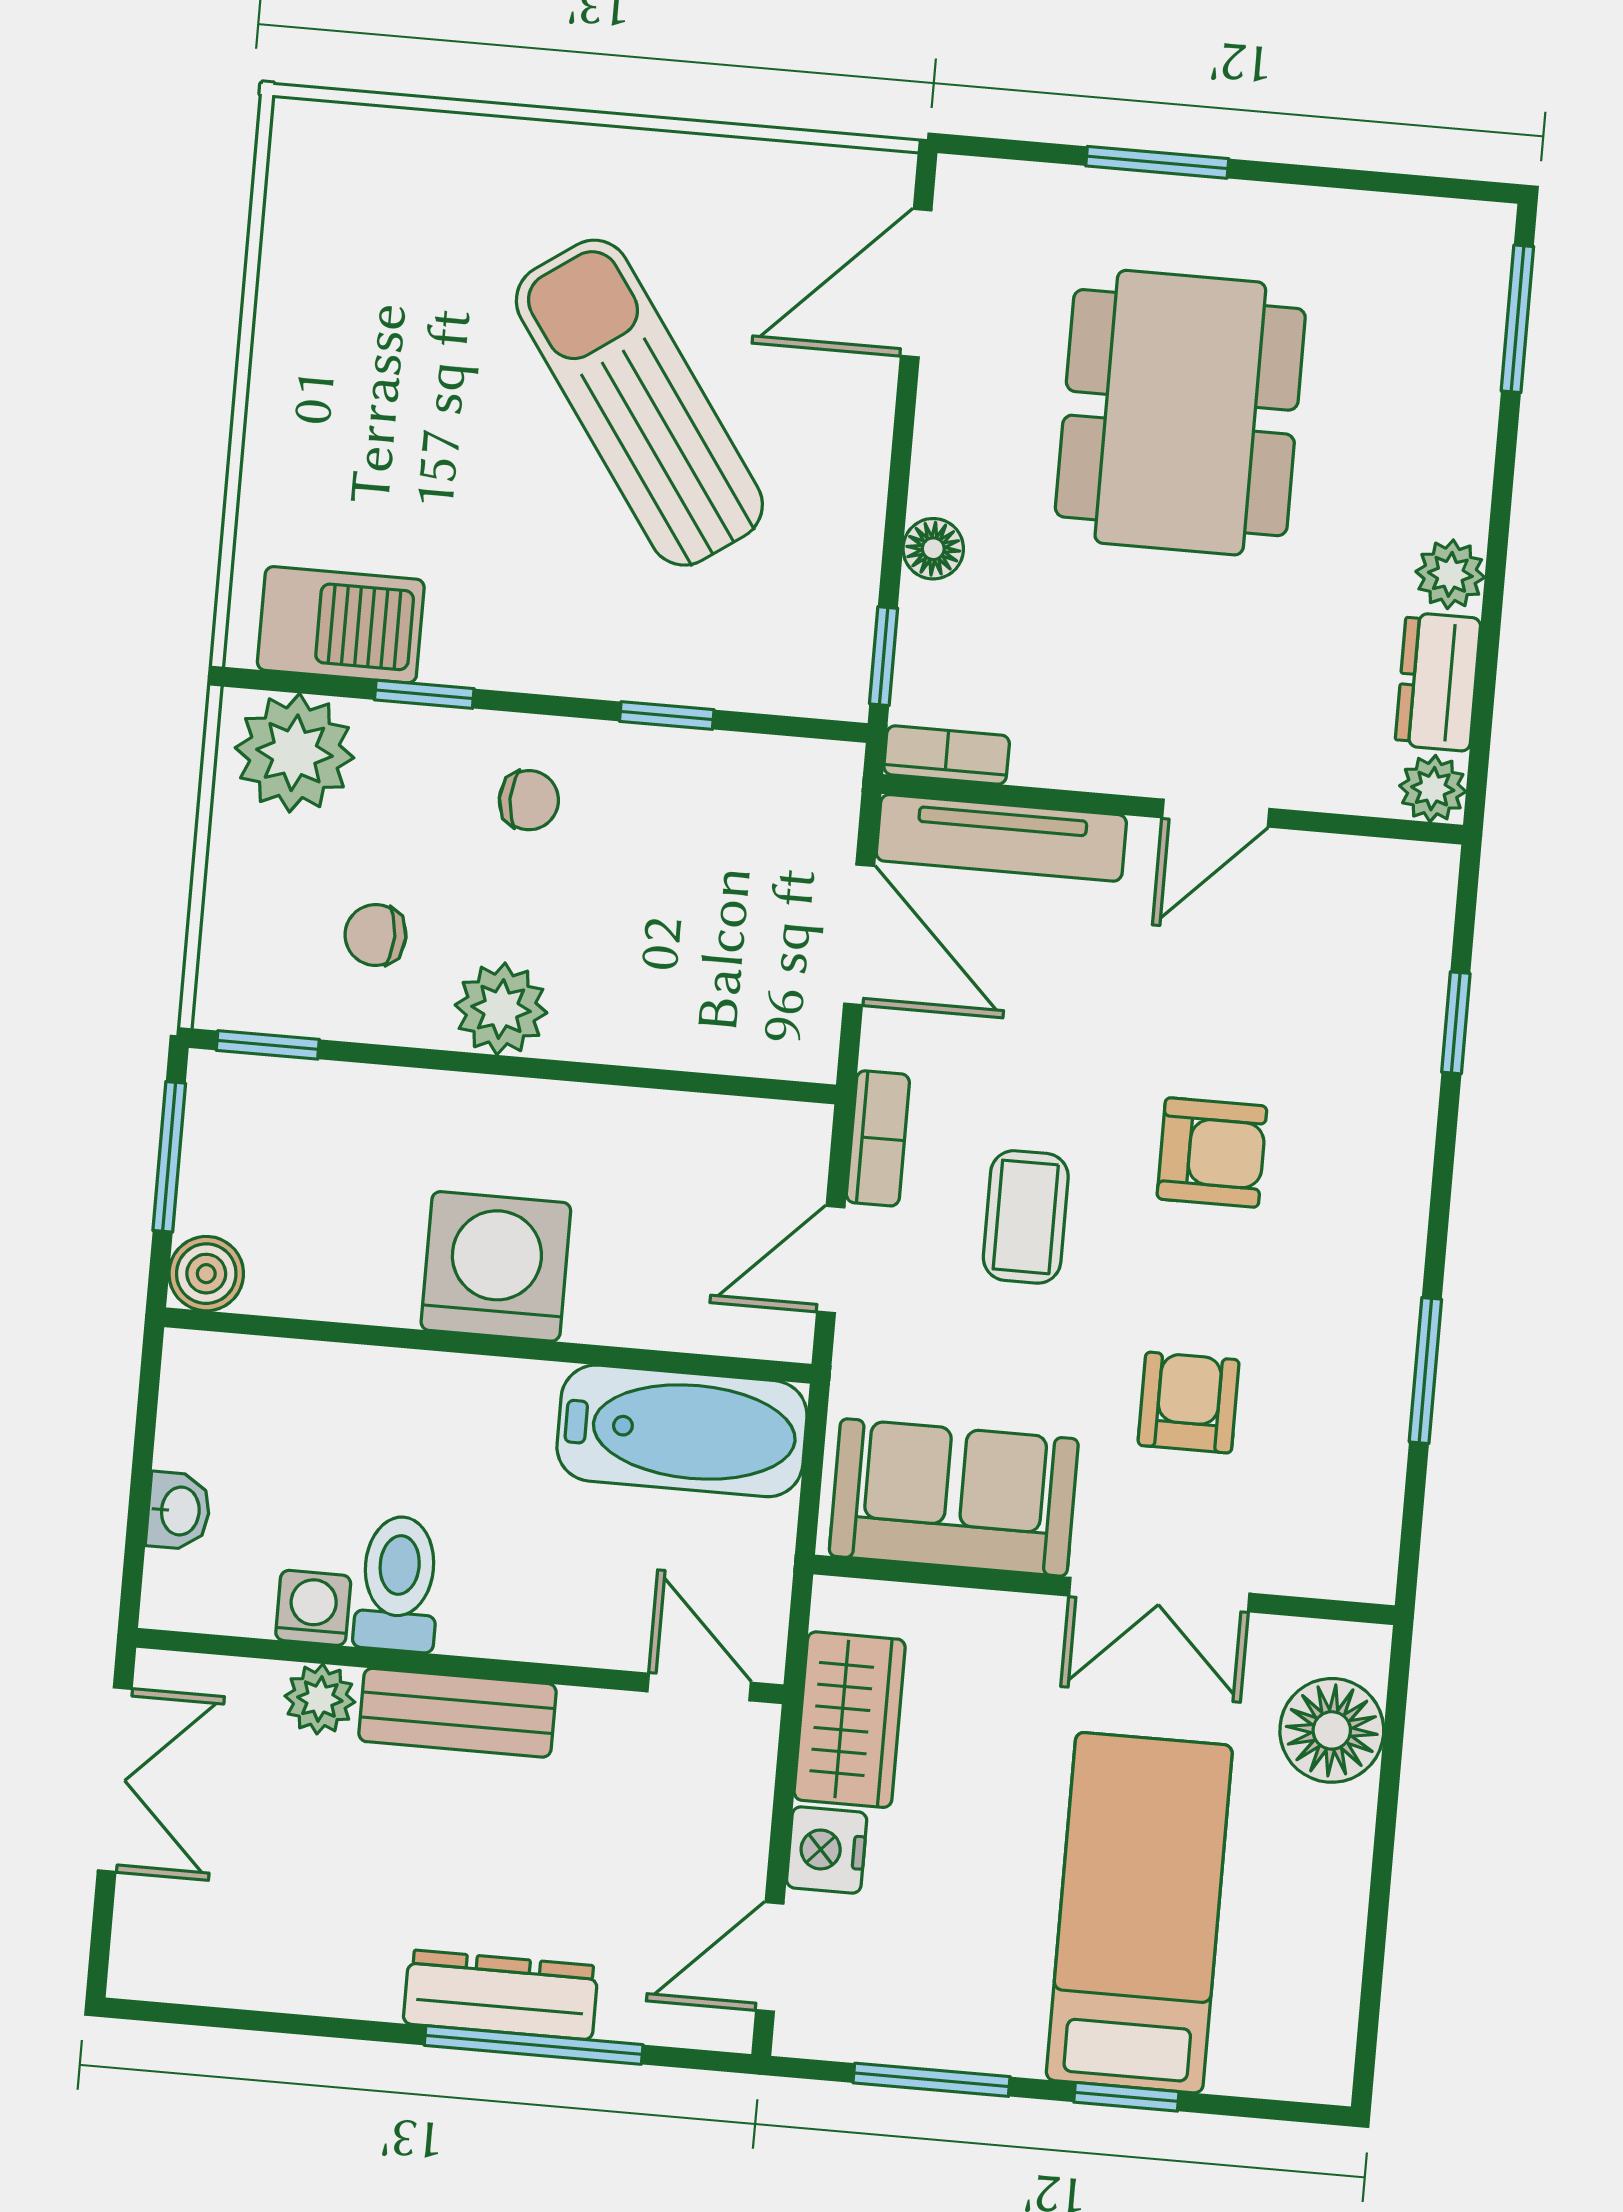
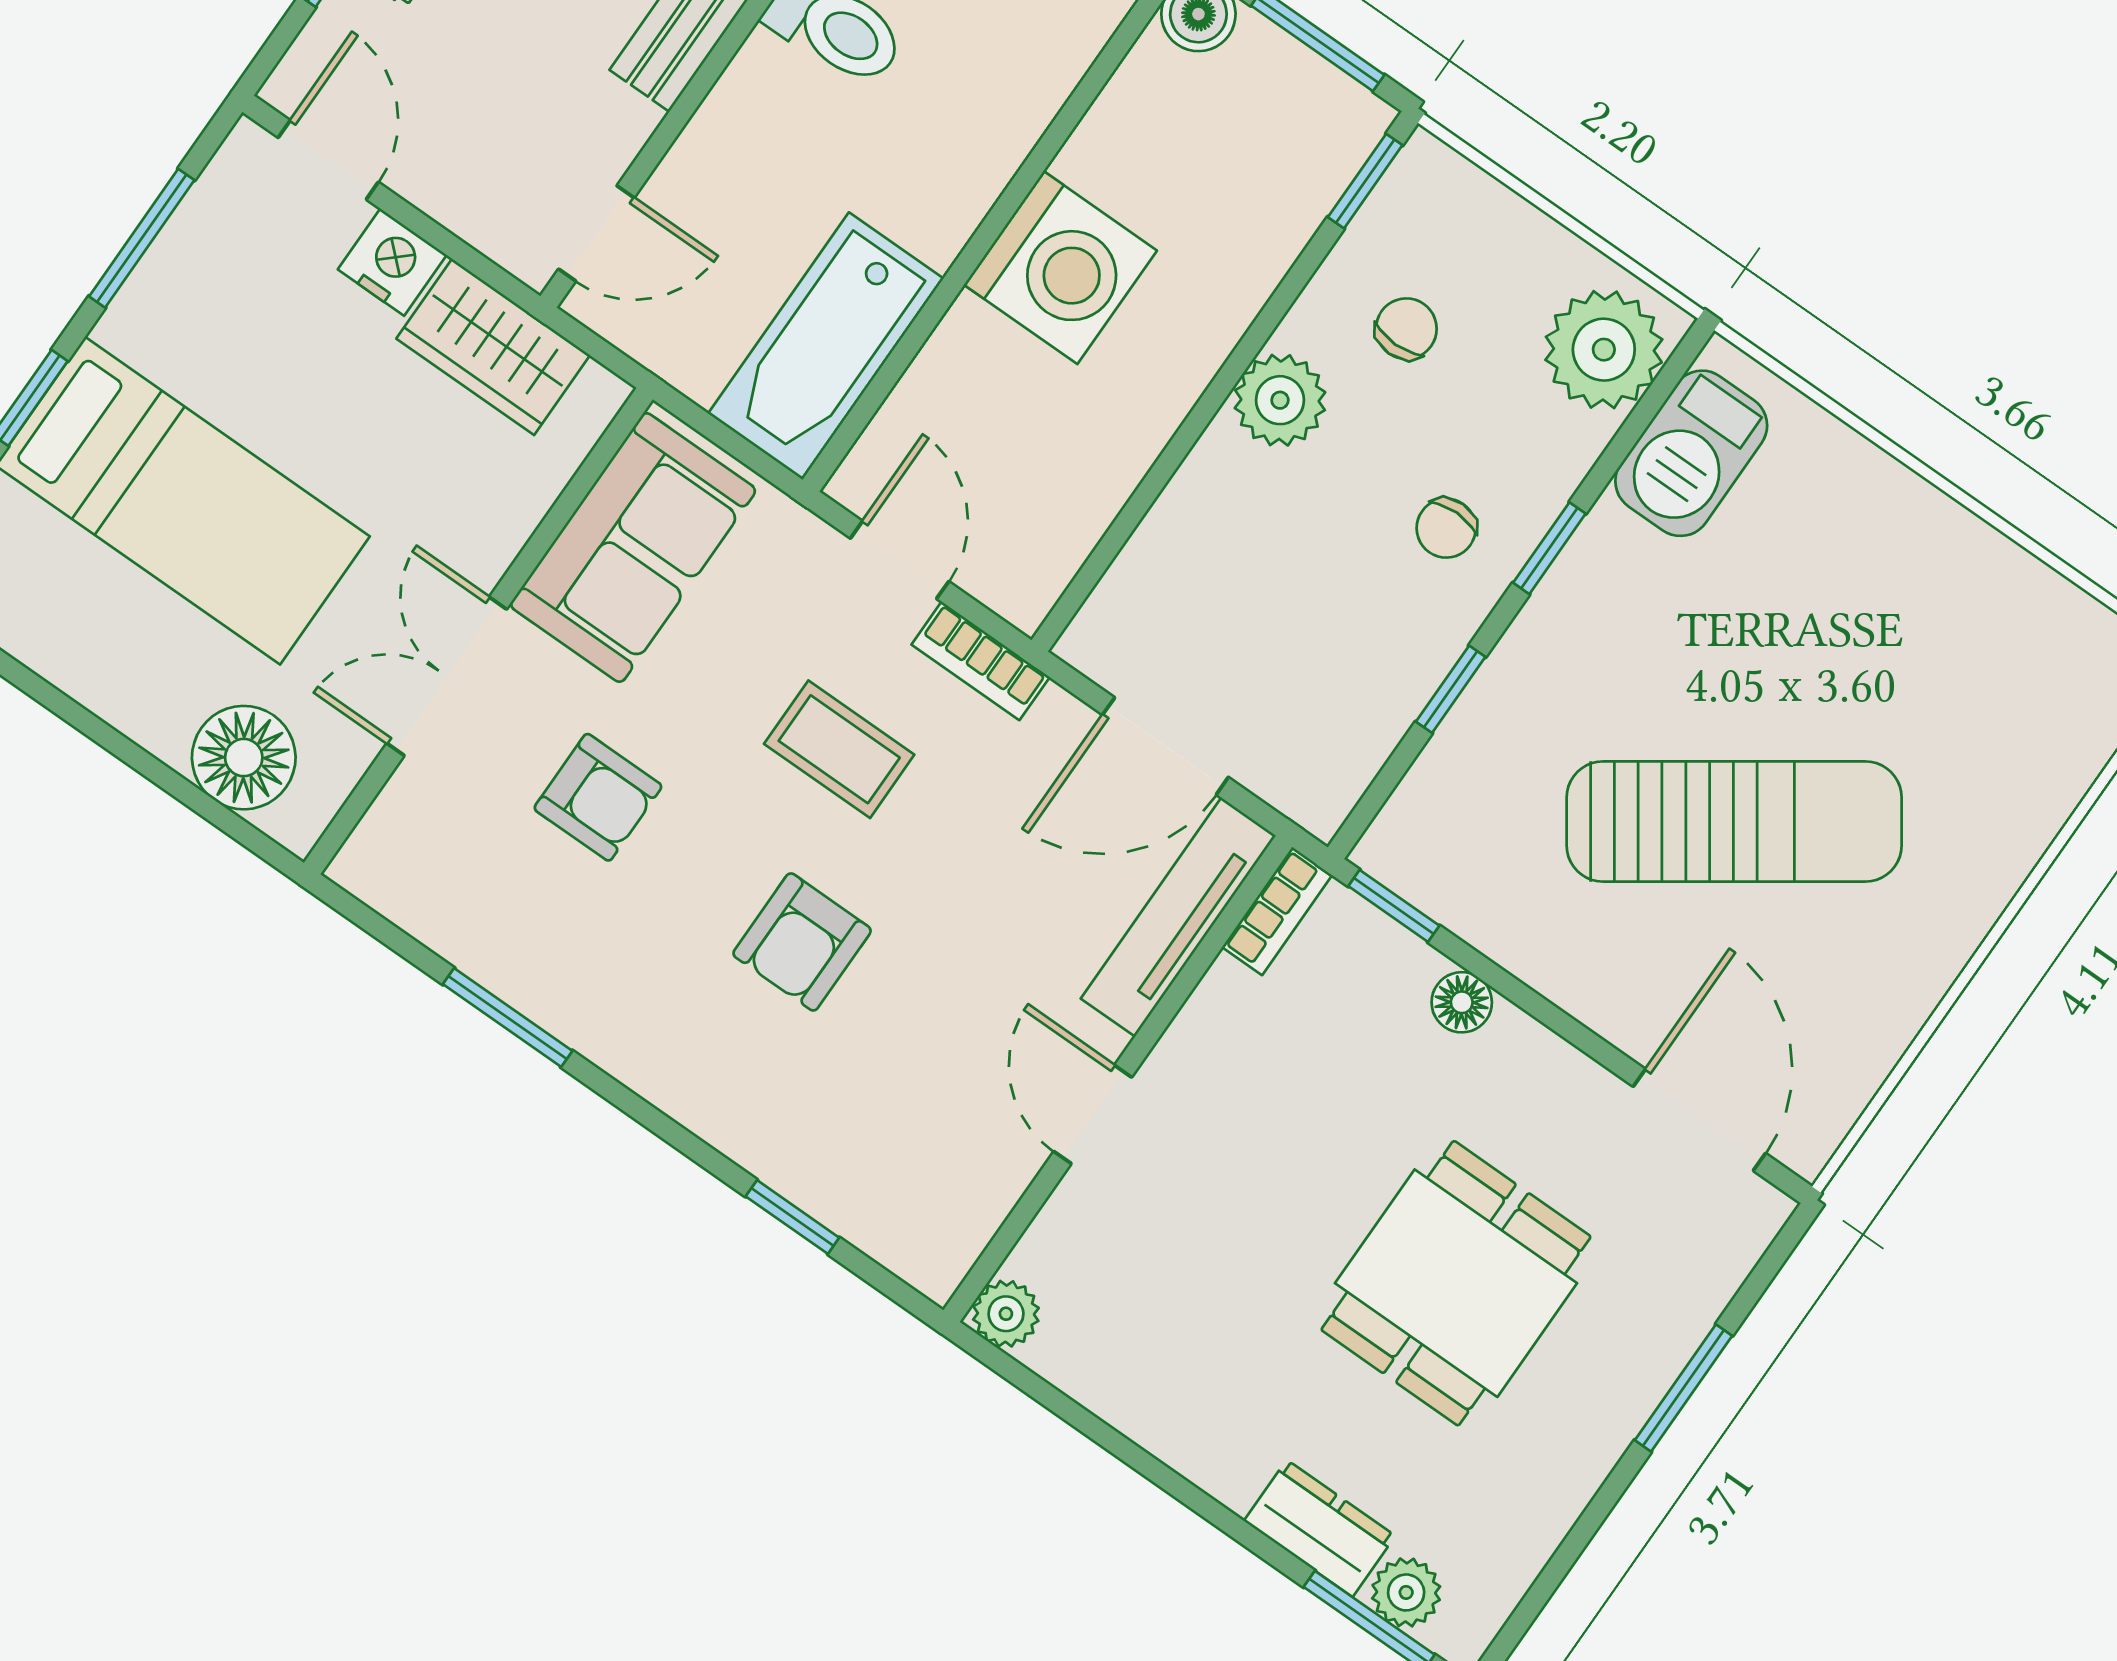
dining table: (1180, 413) -> (1456, 1283), width x0.73
plant: (1450, 574) -> (1406, 1592), moved
dresser: (1438, 682) -> (1320, 1528), moved
window: (424, 694) -> (1549, 548), moved

